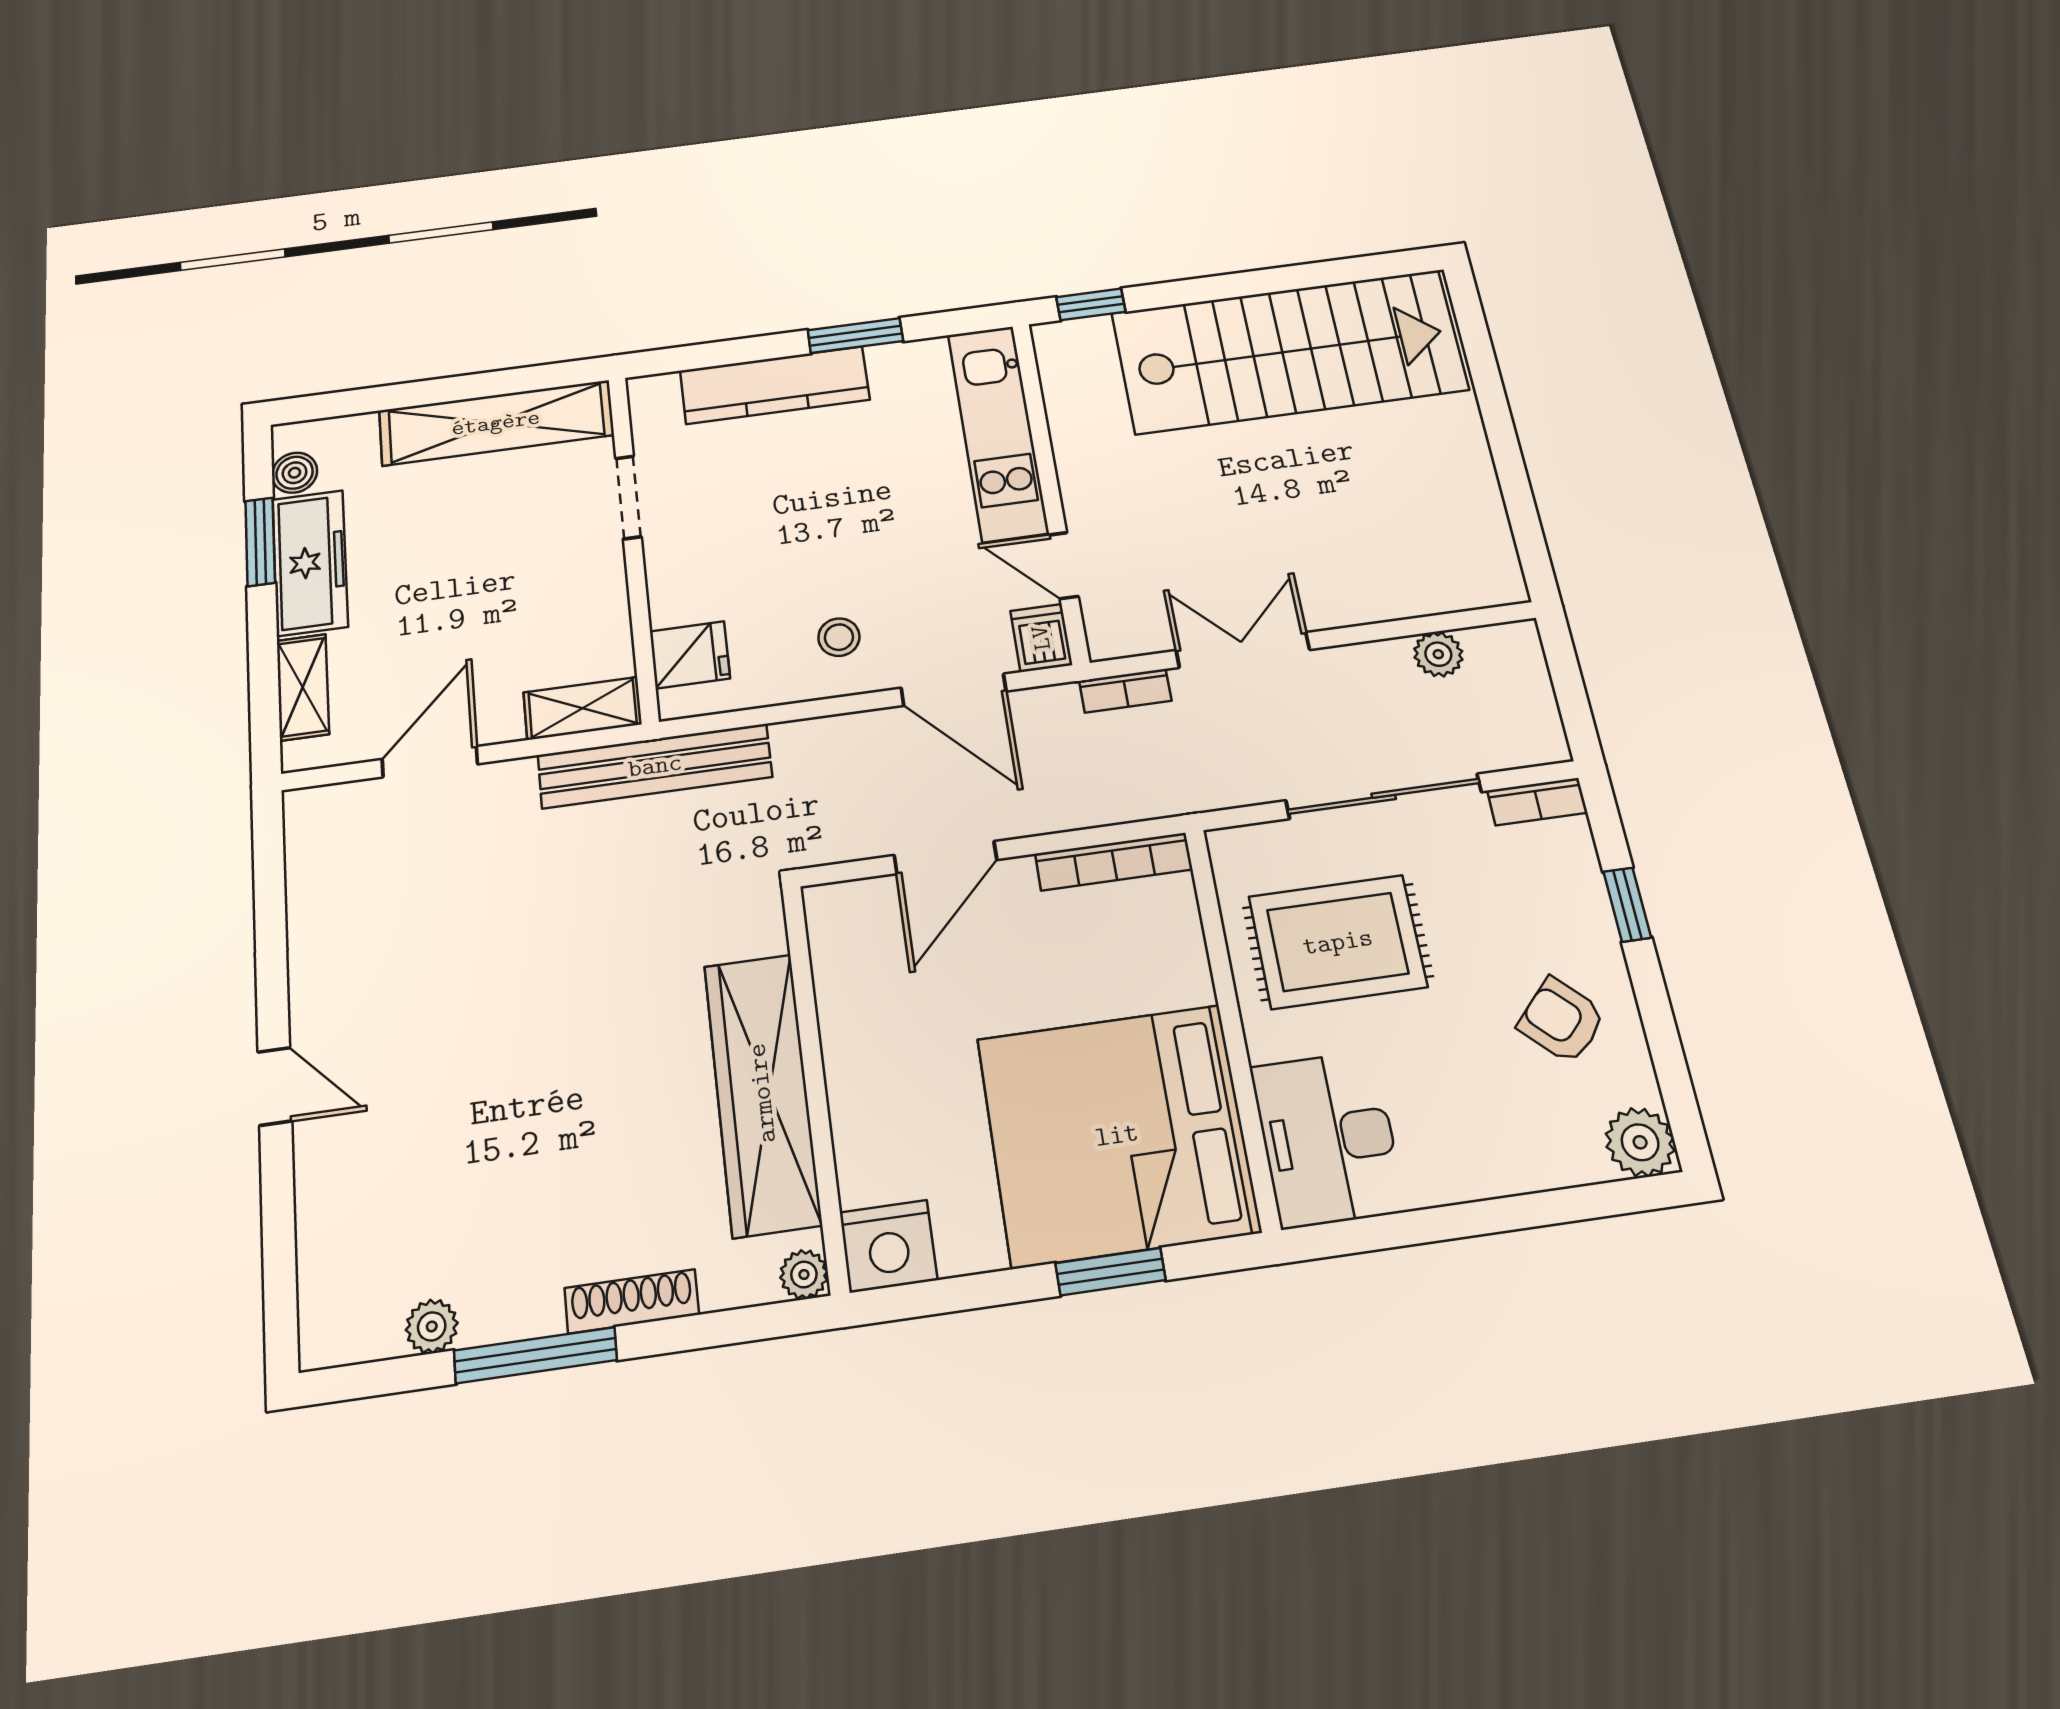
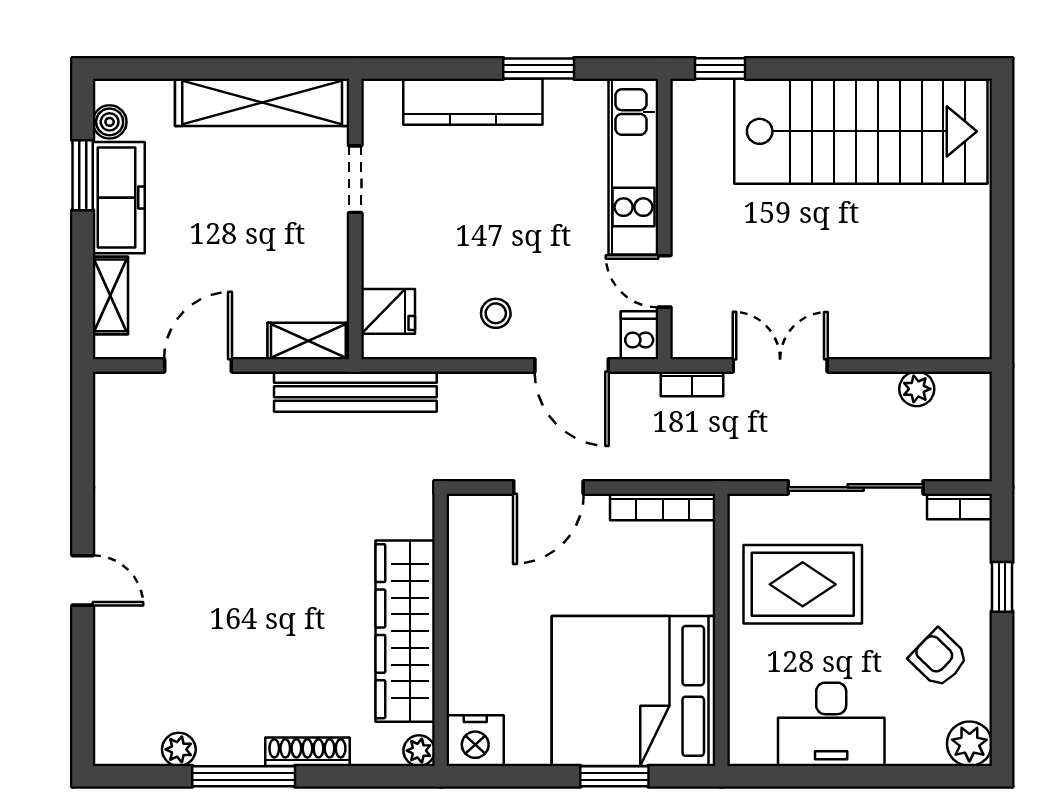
desk: (1328, 1139) -> (831, 724), moved, turned -90

